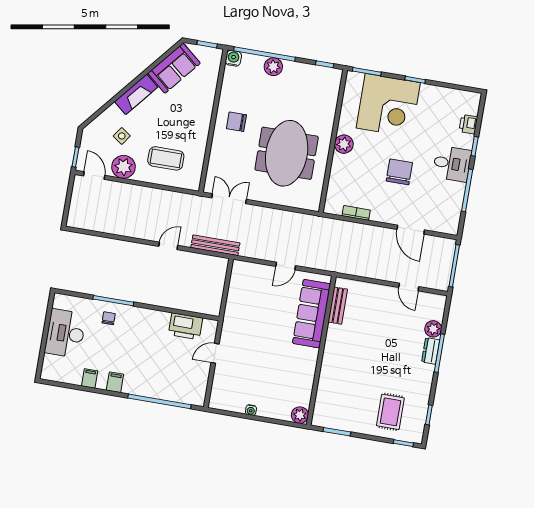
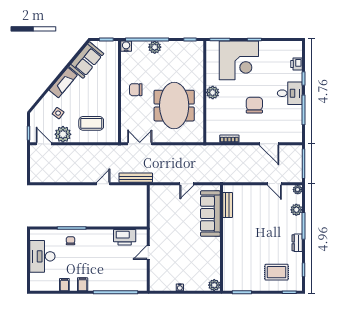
plant: (440, 301) -> (298, 190), added
dresser: (431, 351) -> (297, 243), moved
rug: (390, 412) -> (277, 272), turned 90

